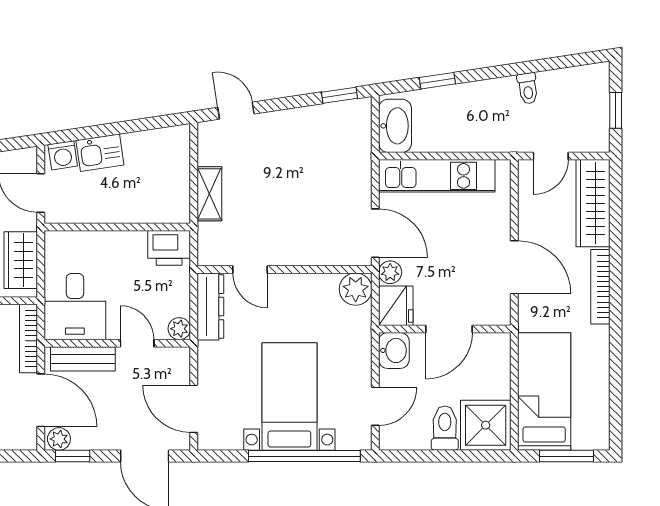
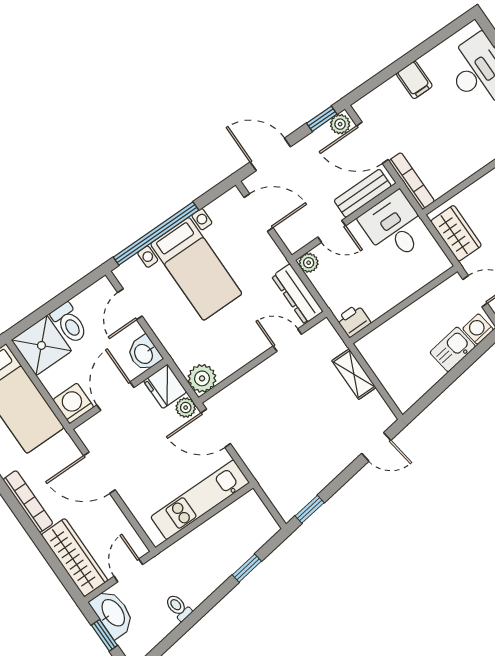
washbasin: (395, 126) -> (113, 613), moved, turned 180
printer: (169, 248) -> (354, 321), width x0.73, depth x0.81
washing machine: (494, 350) -> (73, 403), added

